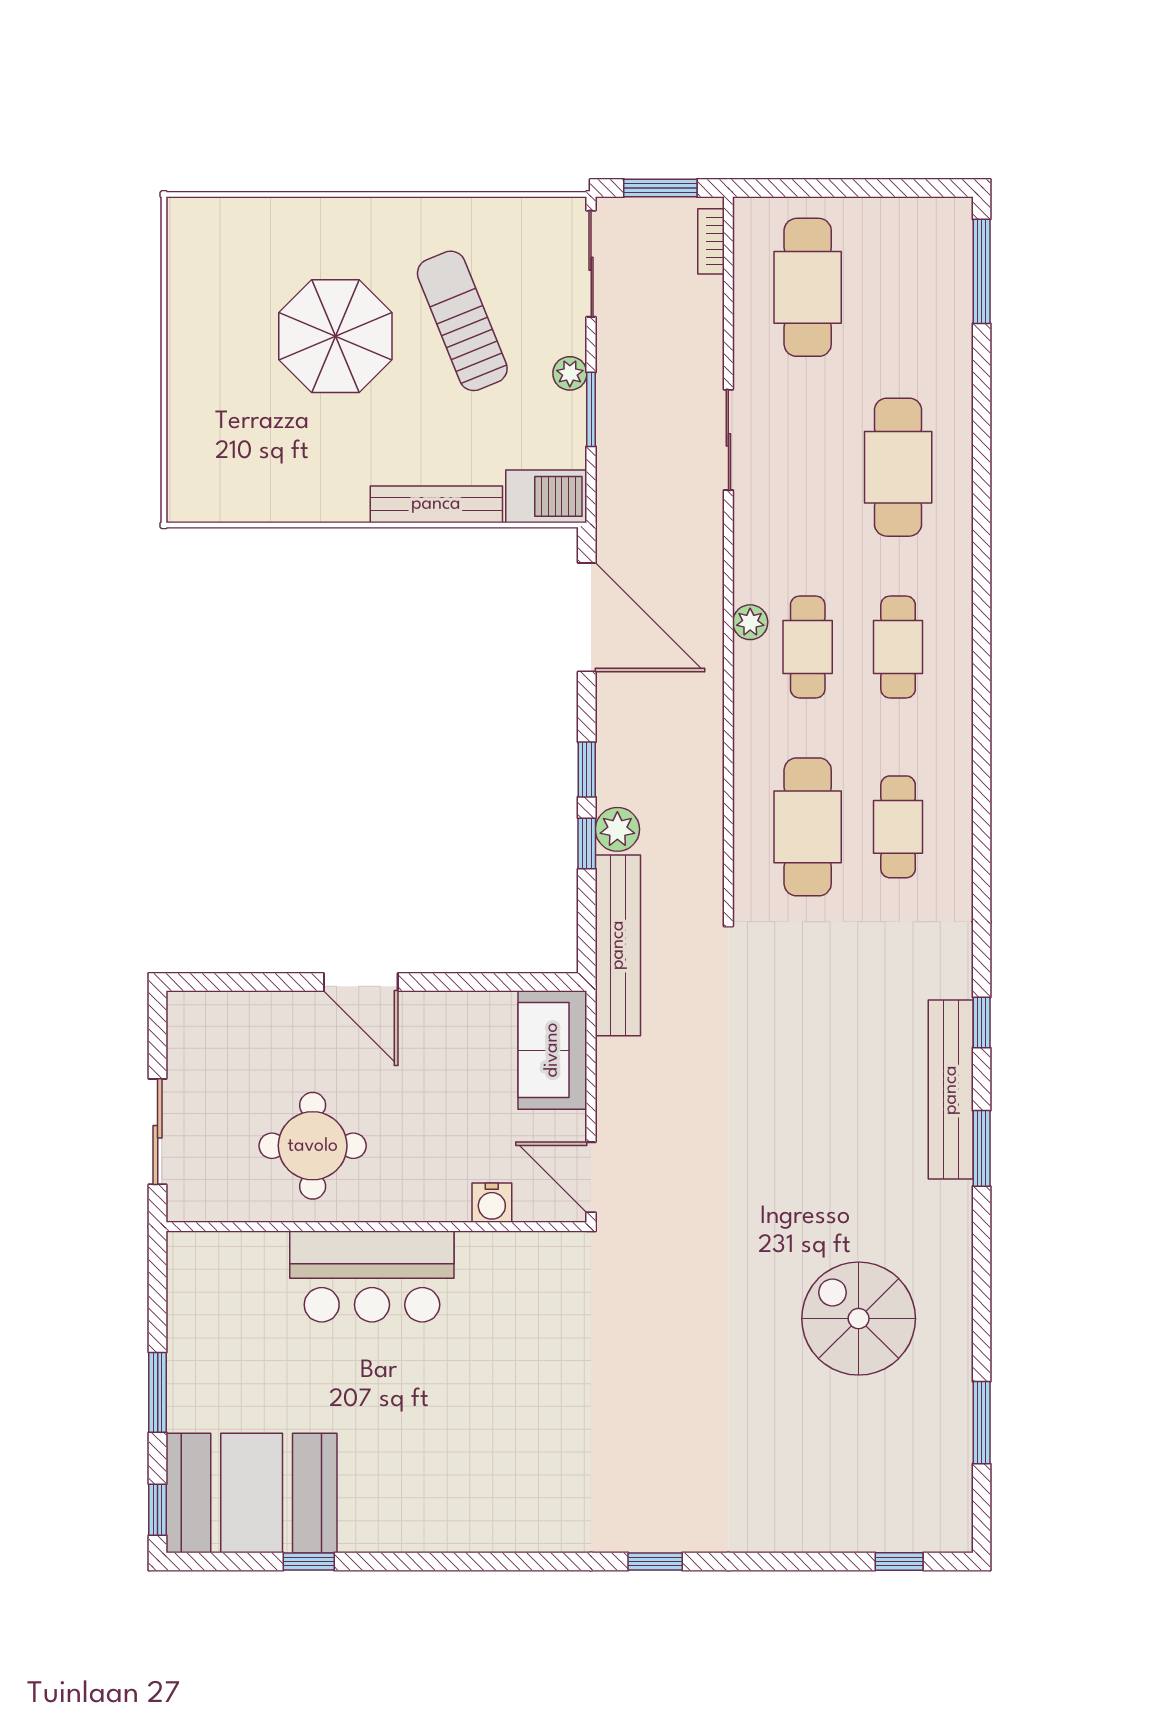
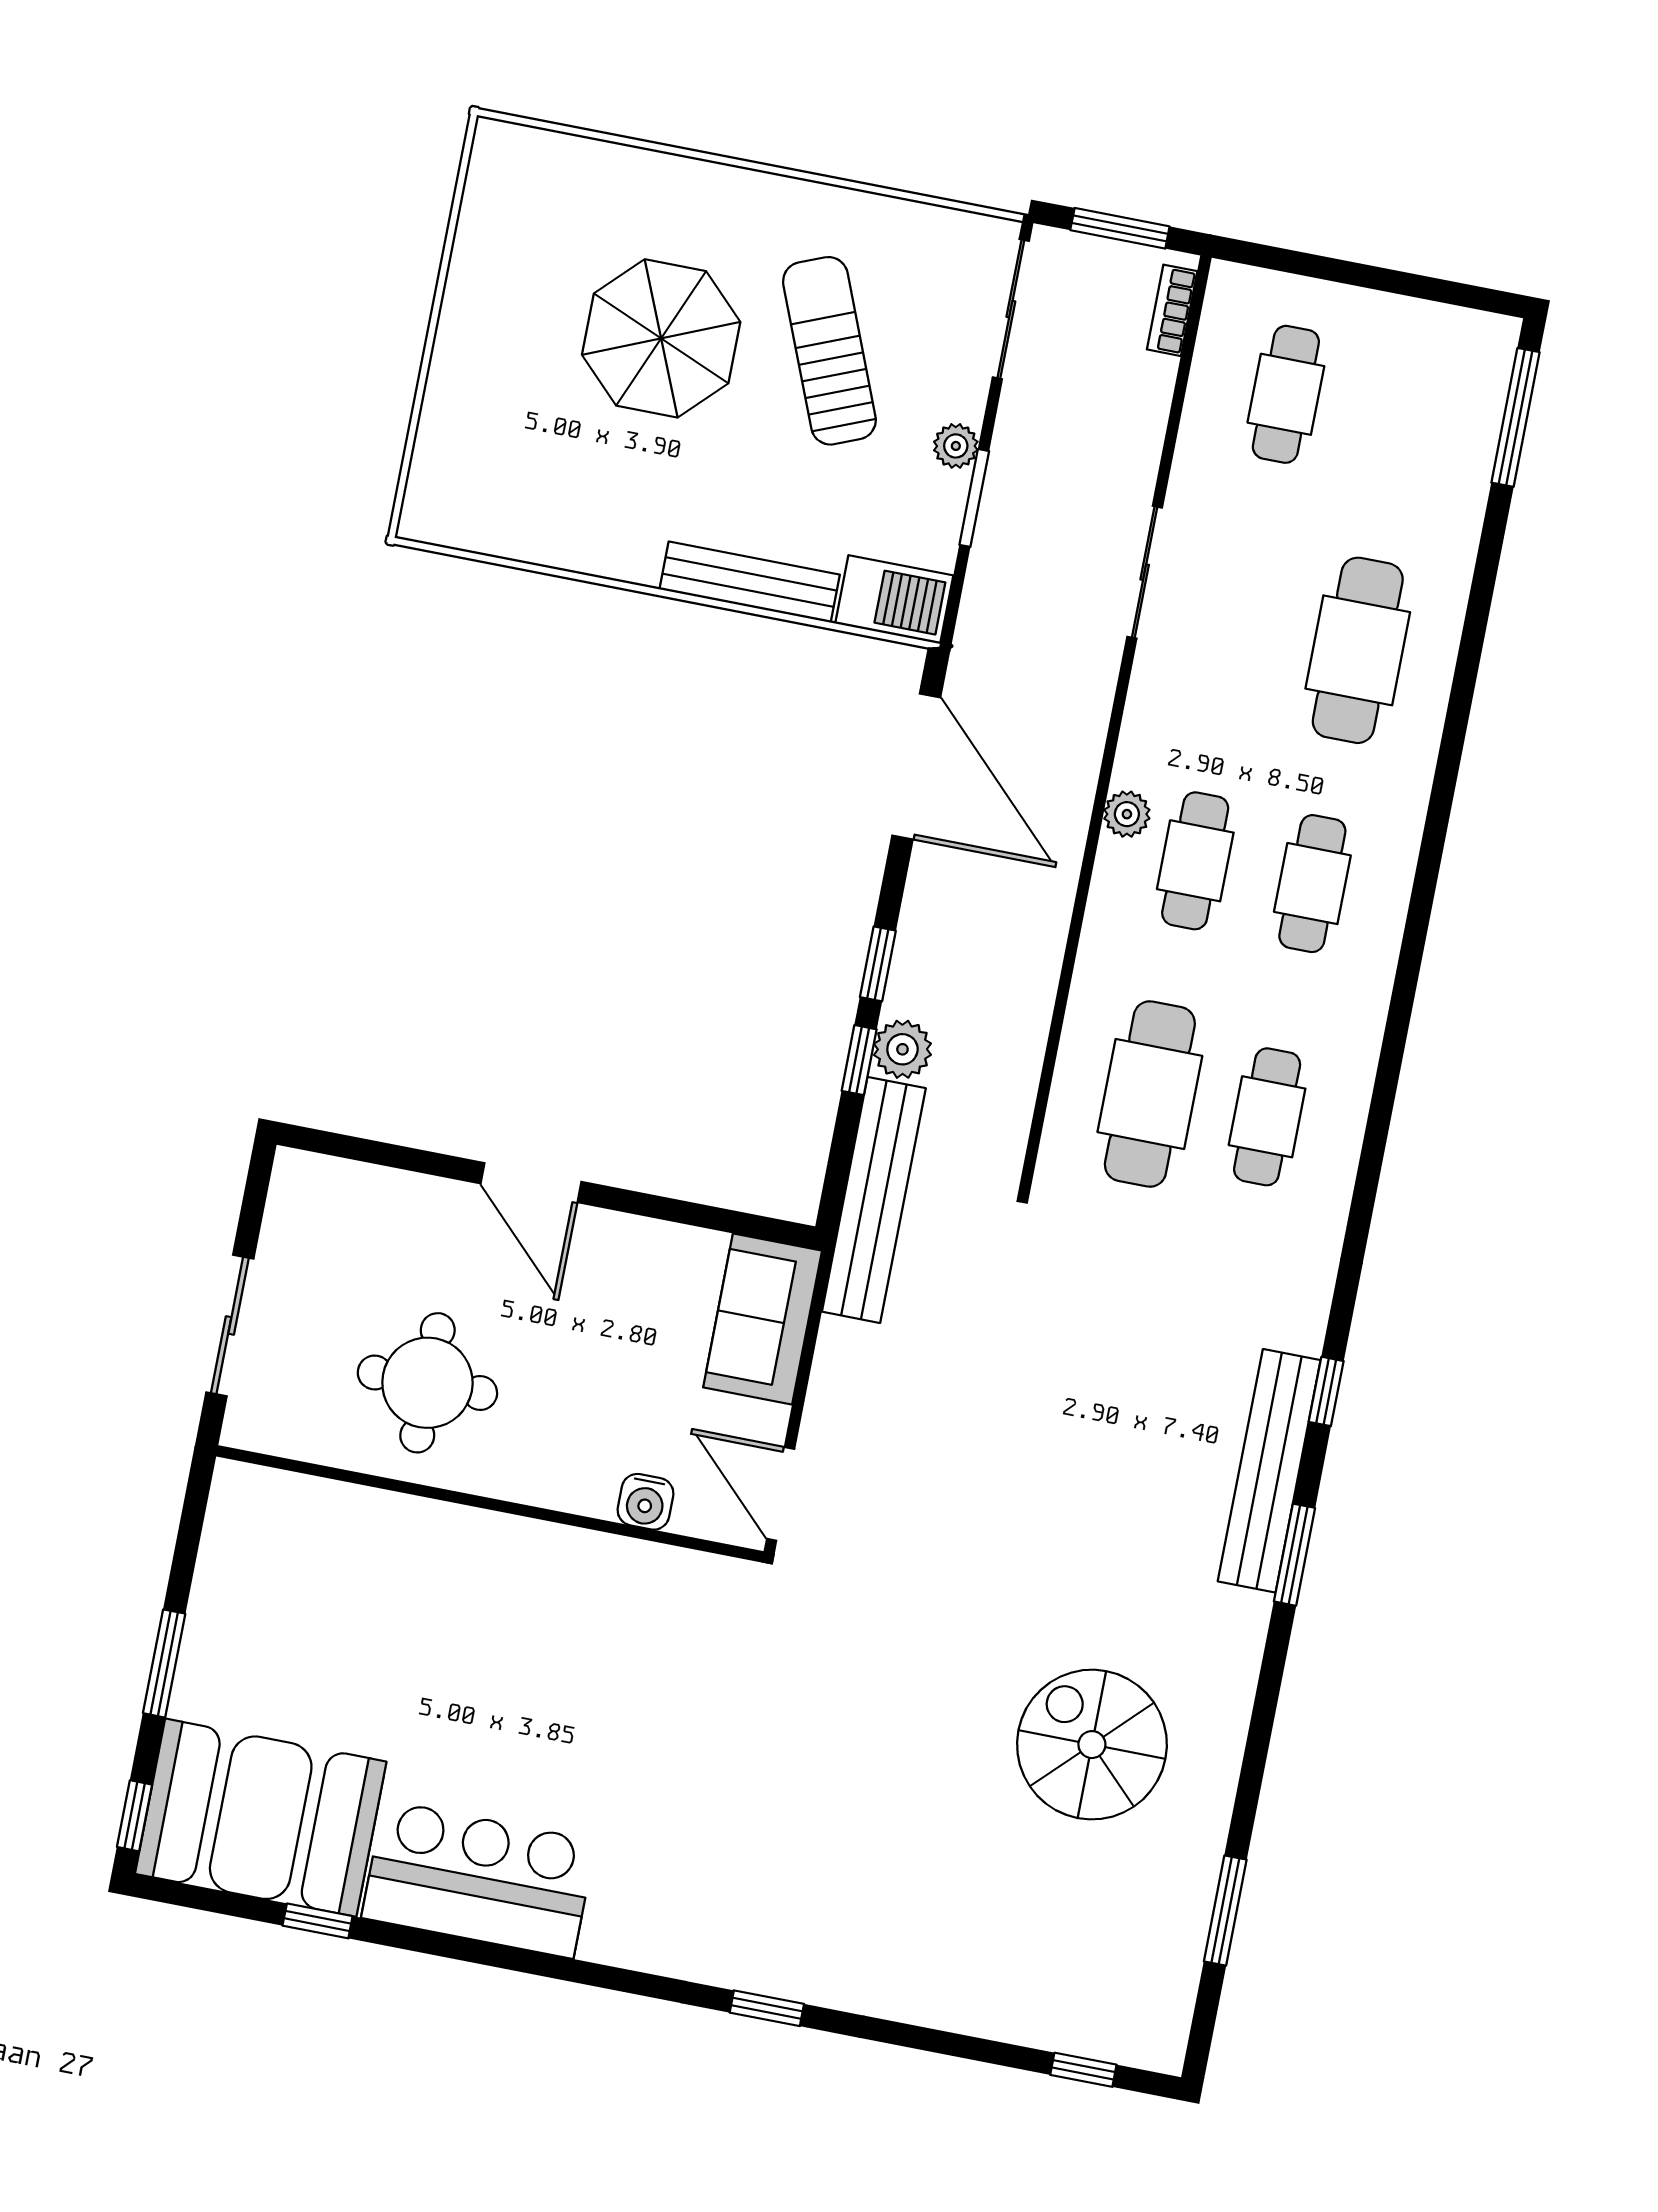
cafe table: (808, 287) -> (1286, 394), width x0.73, depth x0.74
bar counter: (372, 1277) -> (479, 1879), moved, turned 180

